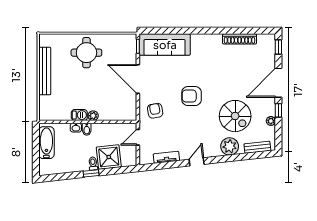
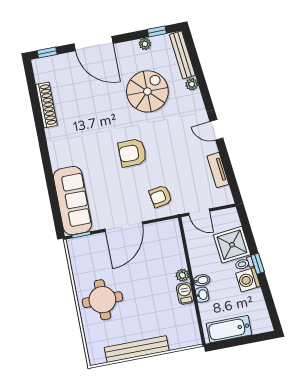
armchair: (192, 96) -> (132, 153), turned 90
window: (278, 110) -> (157, 31), moved
plant: (230, 146) -> (192, 84), width x0.53, depth x0.53
bench: (257, 147) -> (182, 55), width x1.36
washing machine: (80, 164) -> (248, 280), added

